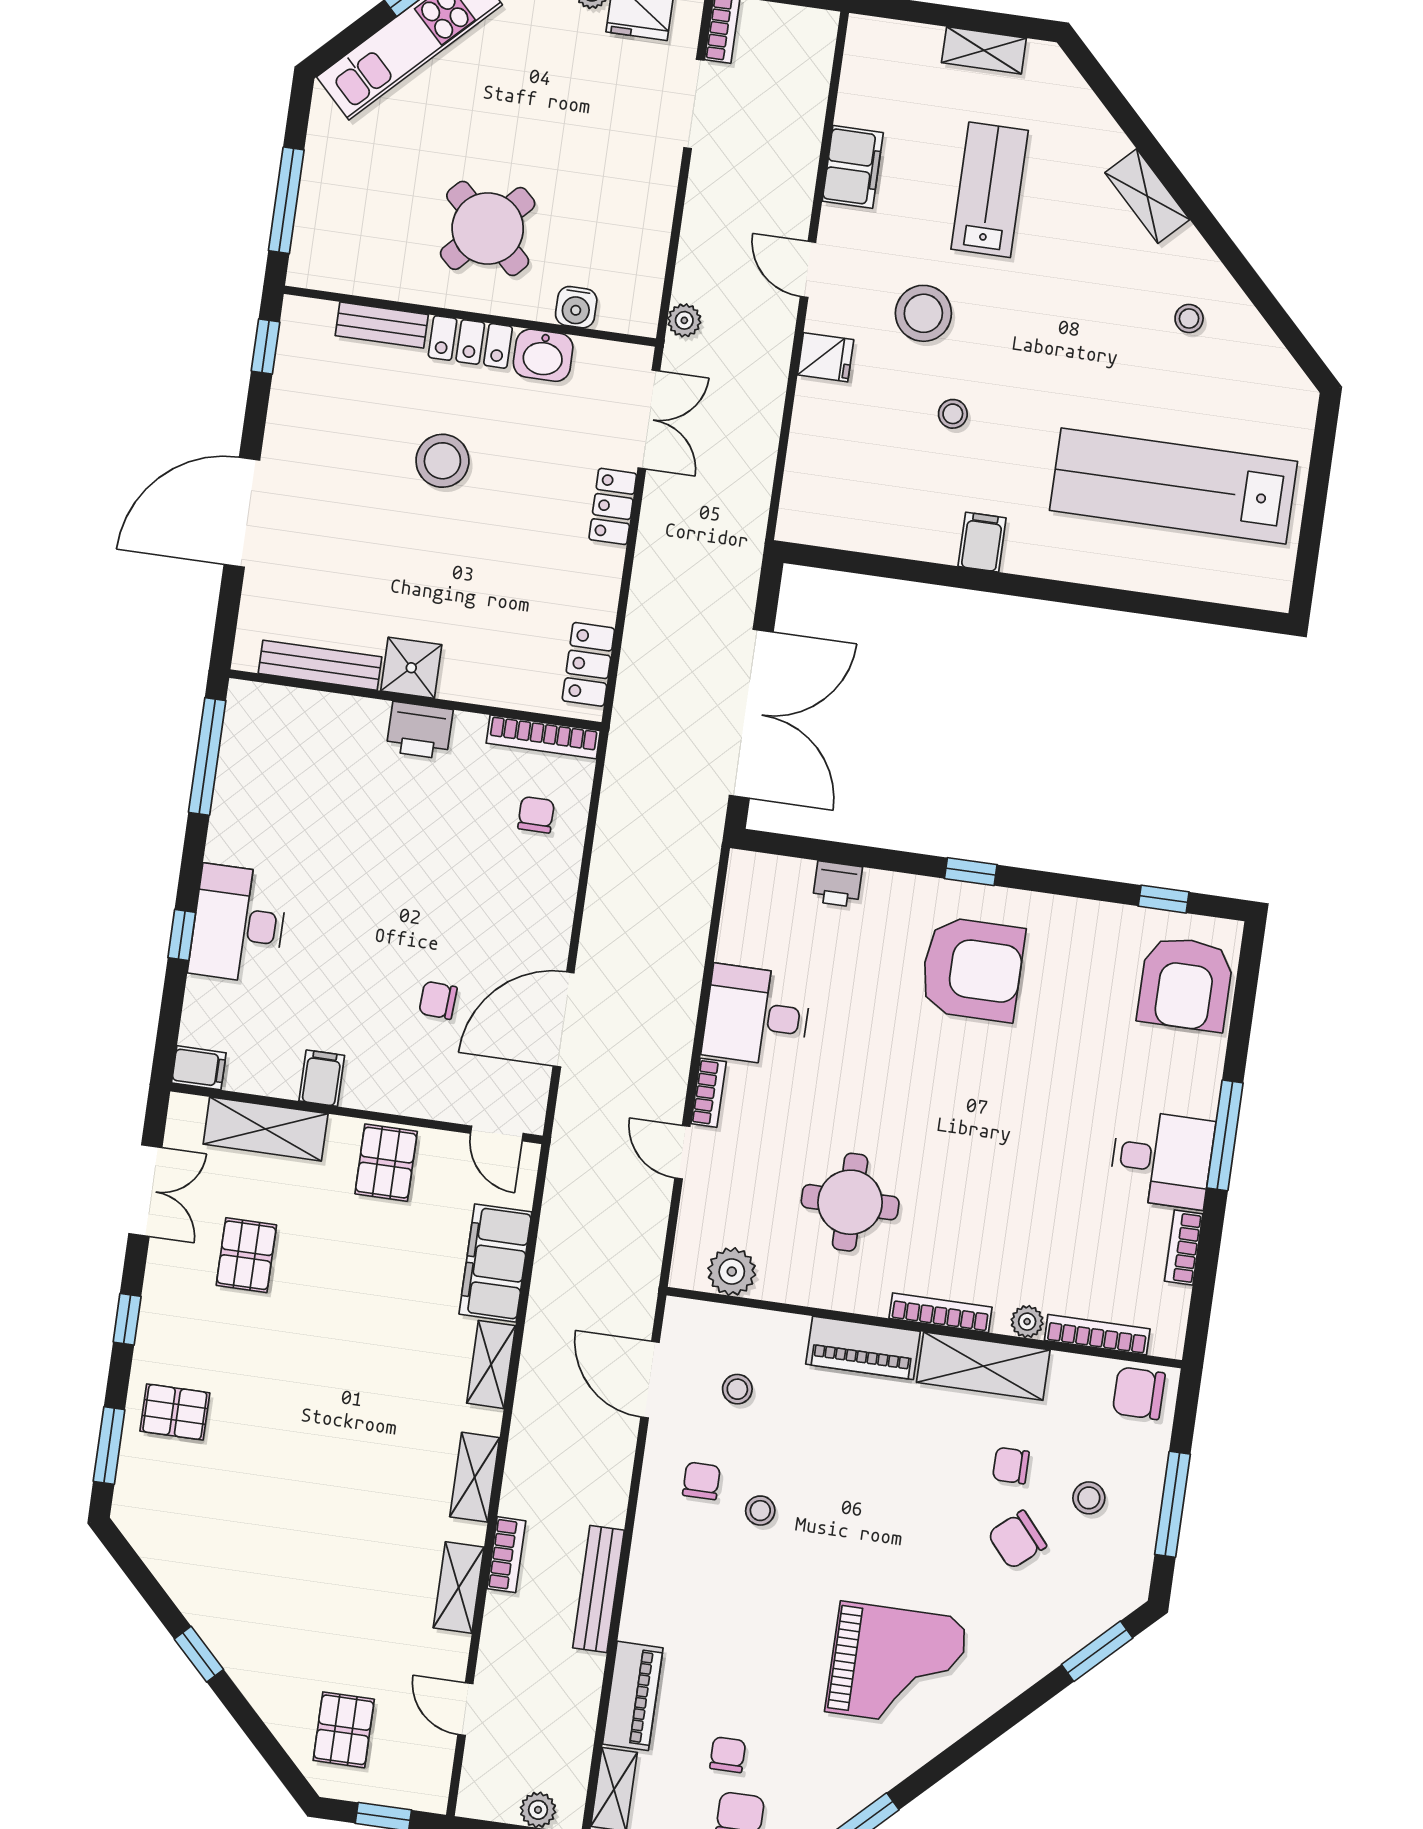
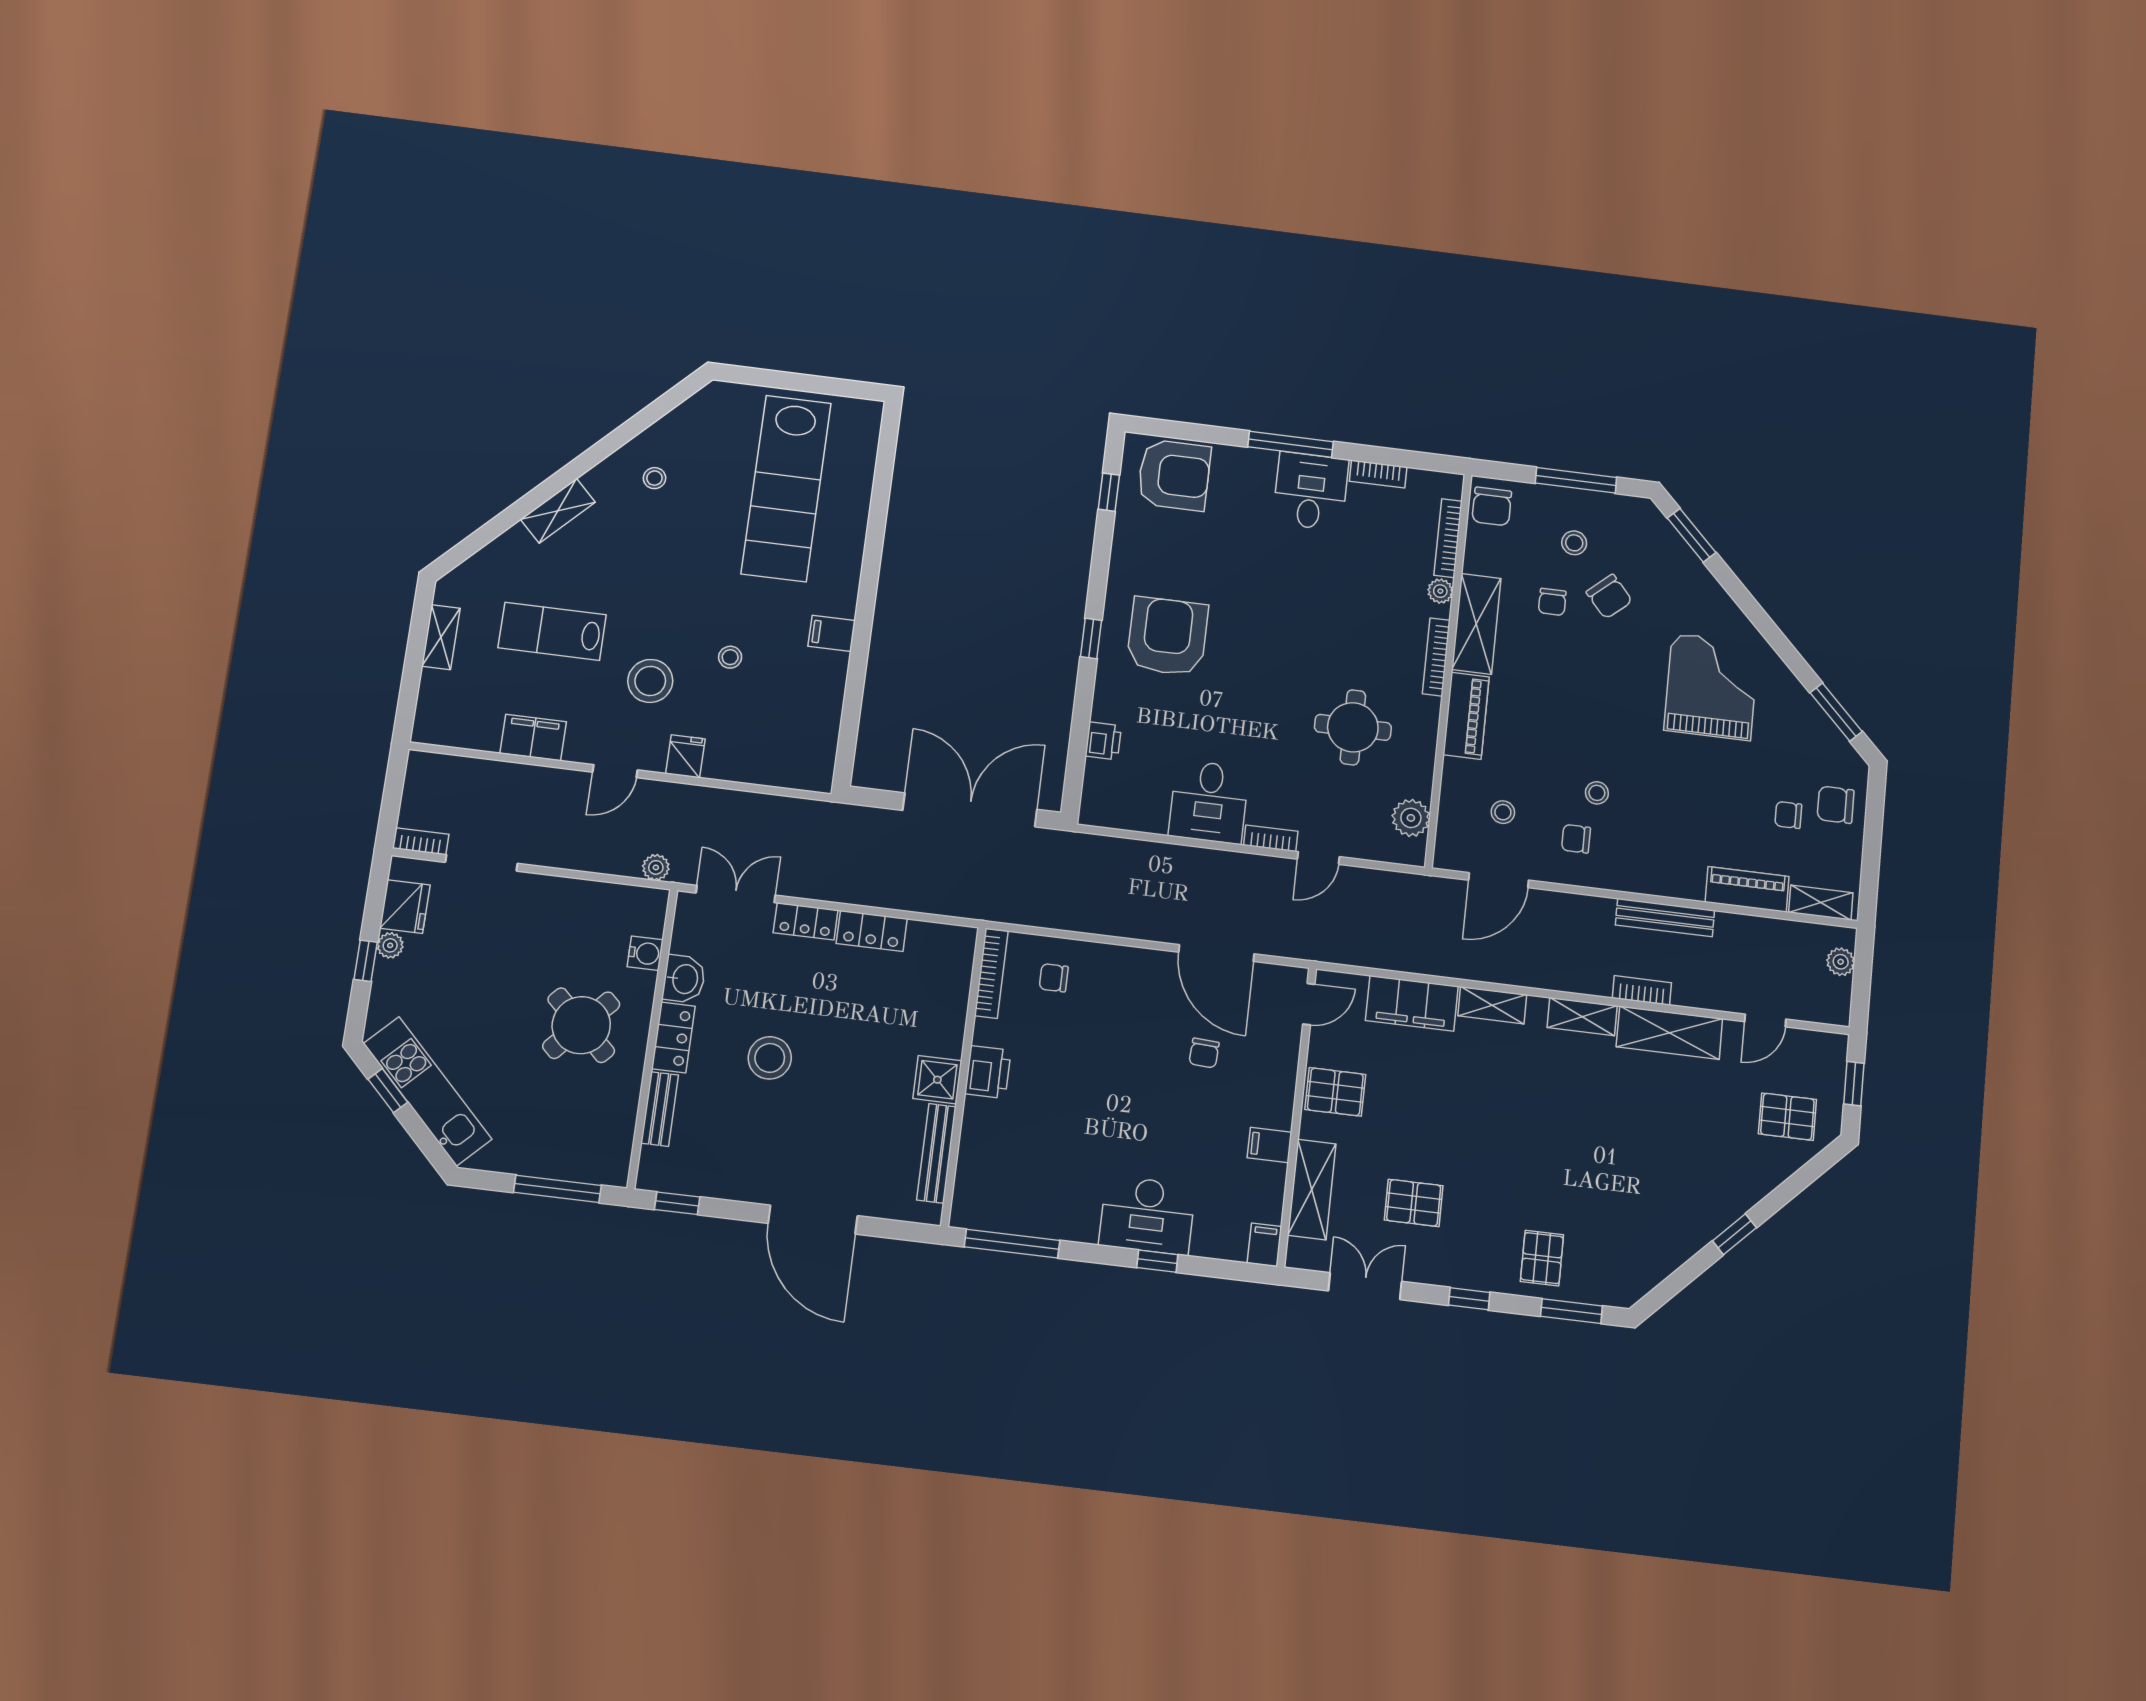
locker: (588, 664) -> (872, 931), moved
shelving: (459, 1587) -> (1669, 1033), width x1.50, depth x1.33

